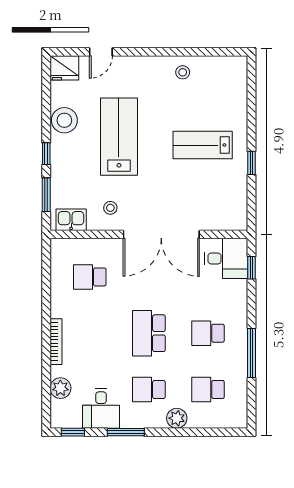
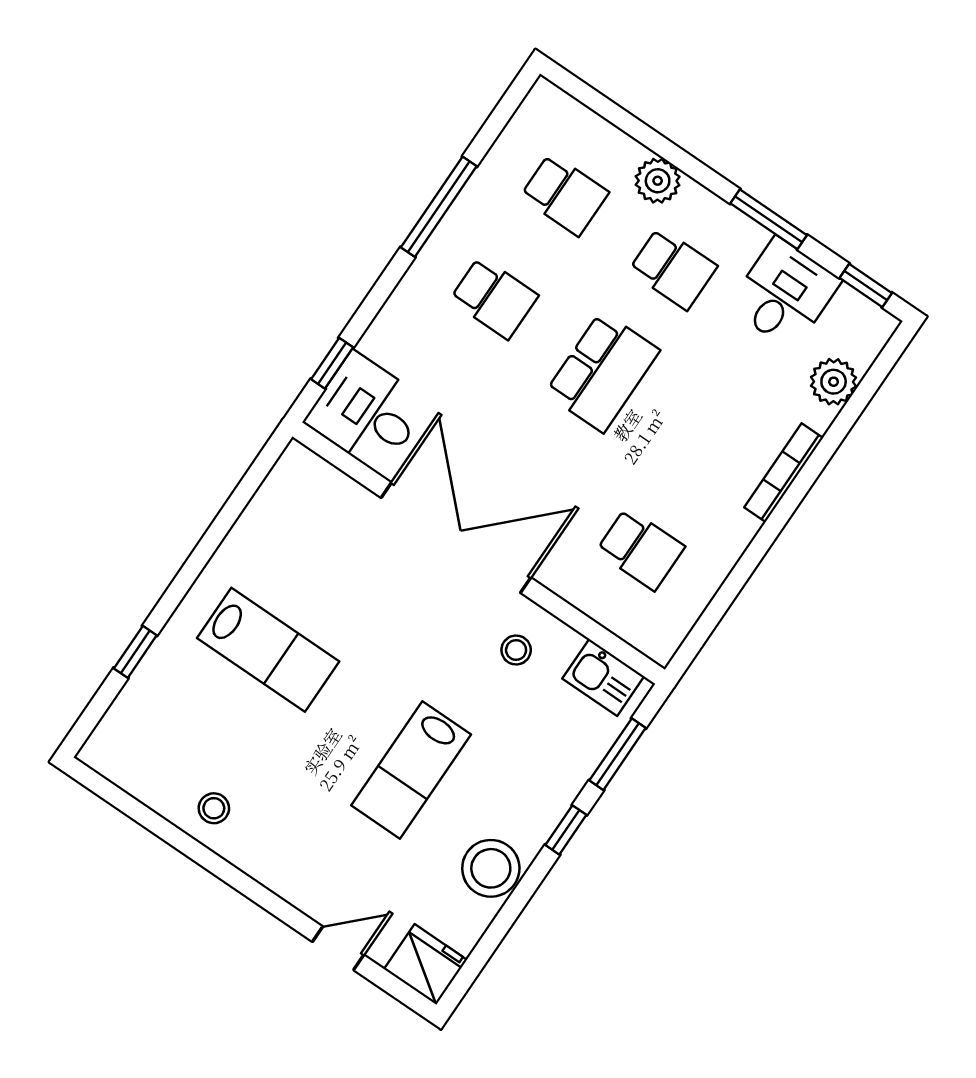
lab bench: (119, 137) -> (411, 770), width x0.73, depth x0.72
window: (252, 163) -> (135, 652), moved

